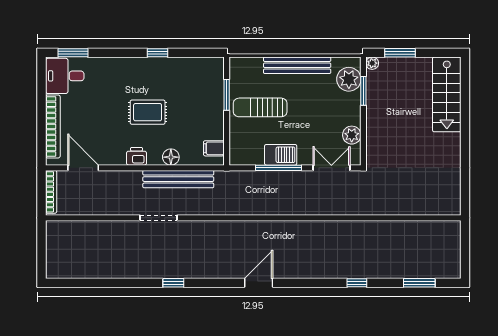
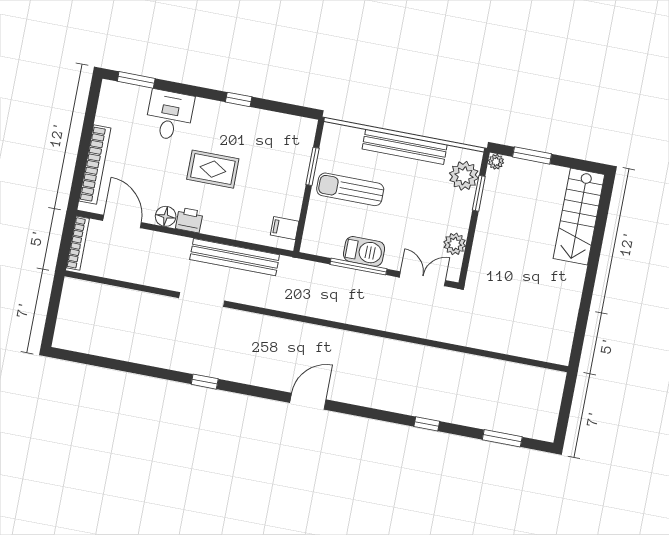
desk: (65, 76) -> (169, 115), moved, turned 90
floor lamp: (171, 157) -> (166, 216), moved

